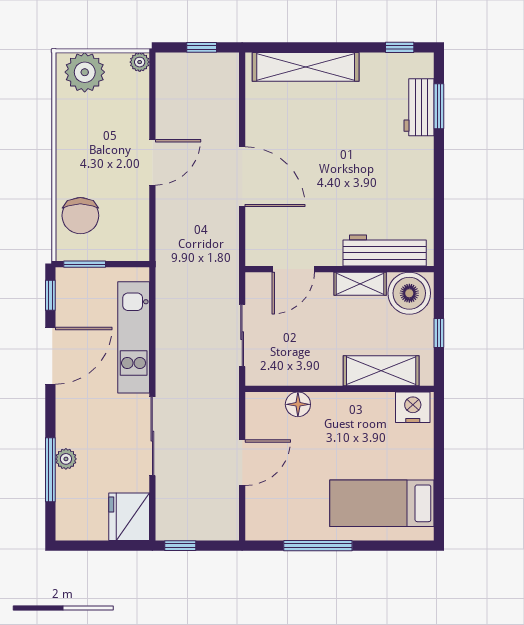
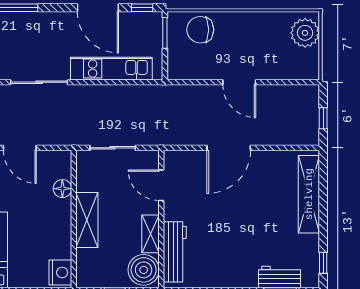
plant: (140, 62) -> (312, 73), removed
shelving: (381, 371) -> (87, 220), moved
plant: (66, 459) -> (23, 19), removed

